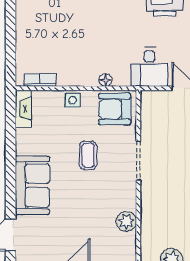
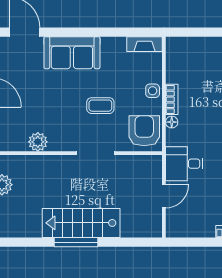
bookcase: (40, 80) -> (172, 99), moved

